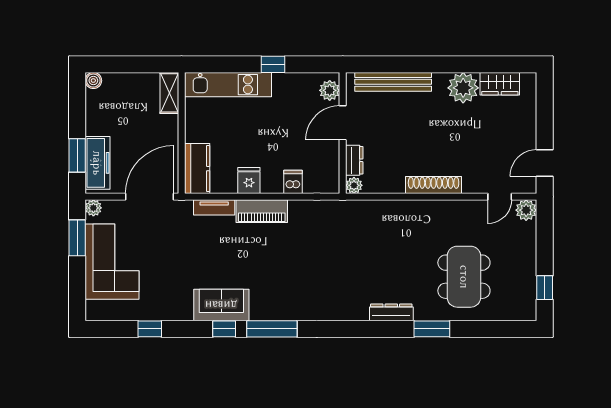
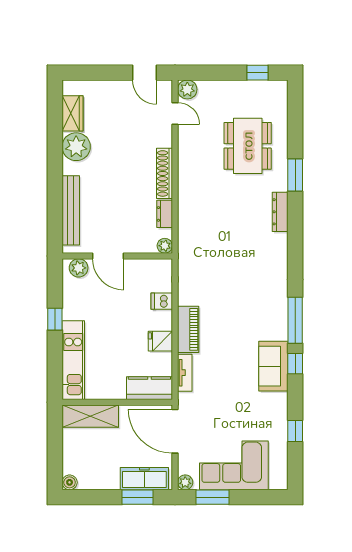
shelving: (169, 93) -> (90, 416), width x1.50, depth x1.33
dresser: (354, 160) -> (165, 214), moved, turned -90
dining table: (464, 277) -> (248, 146), turned 90

